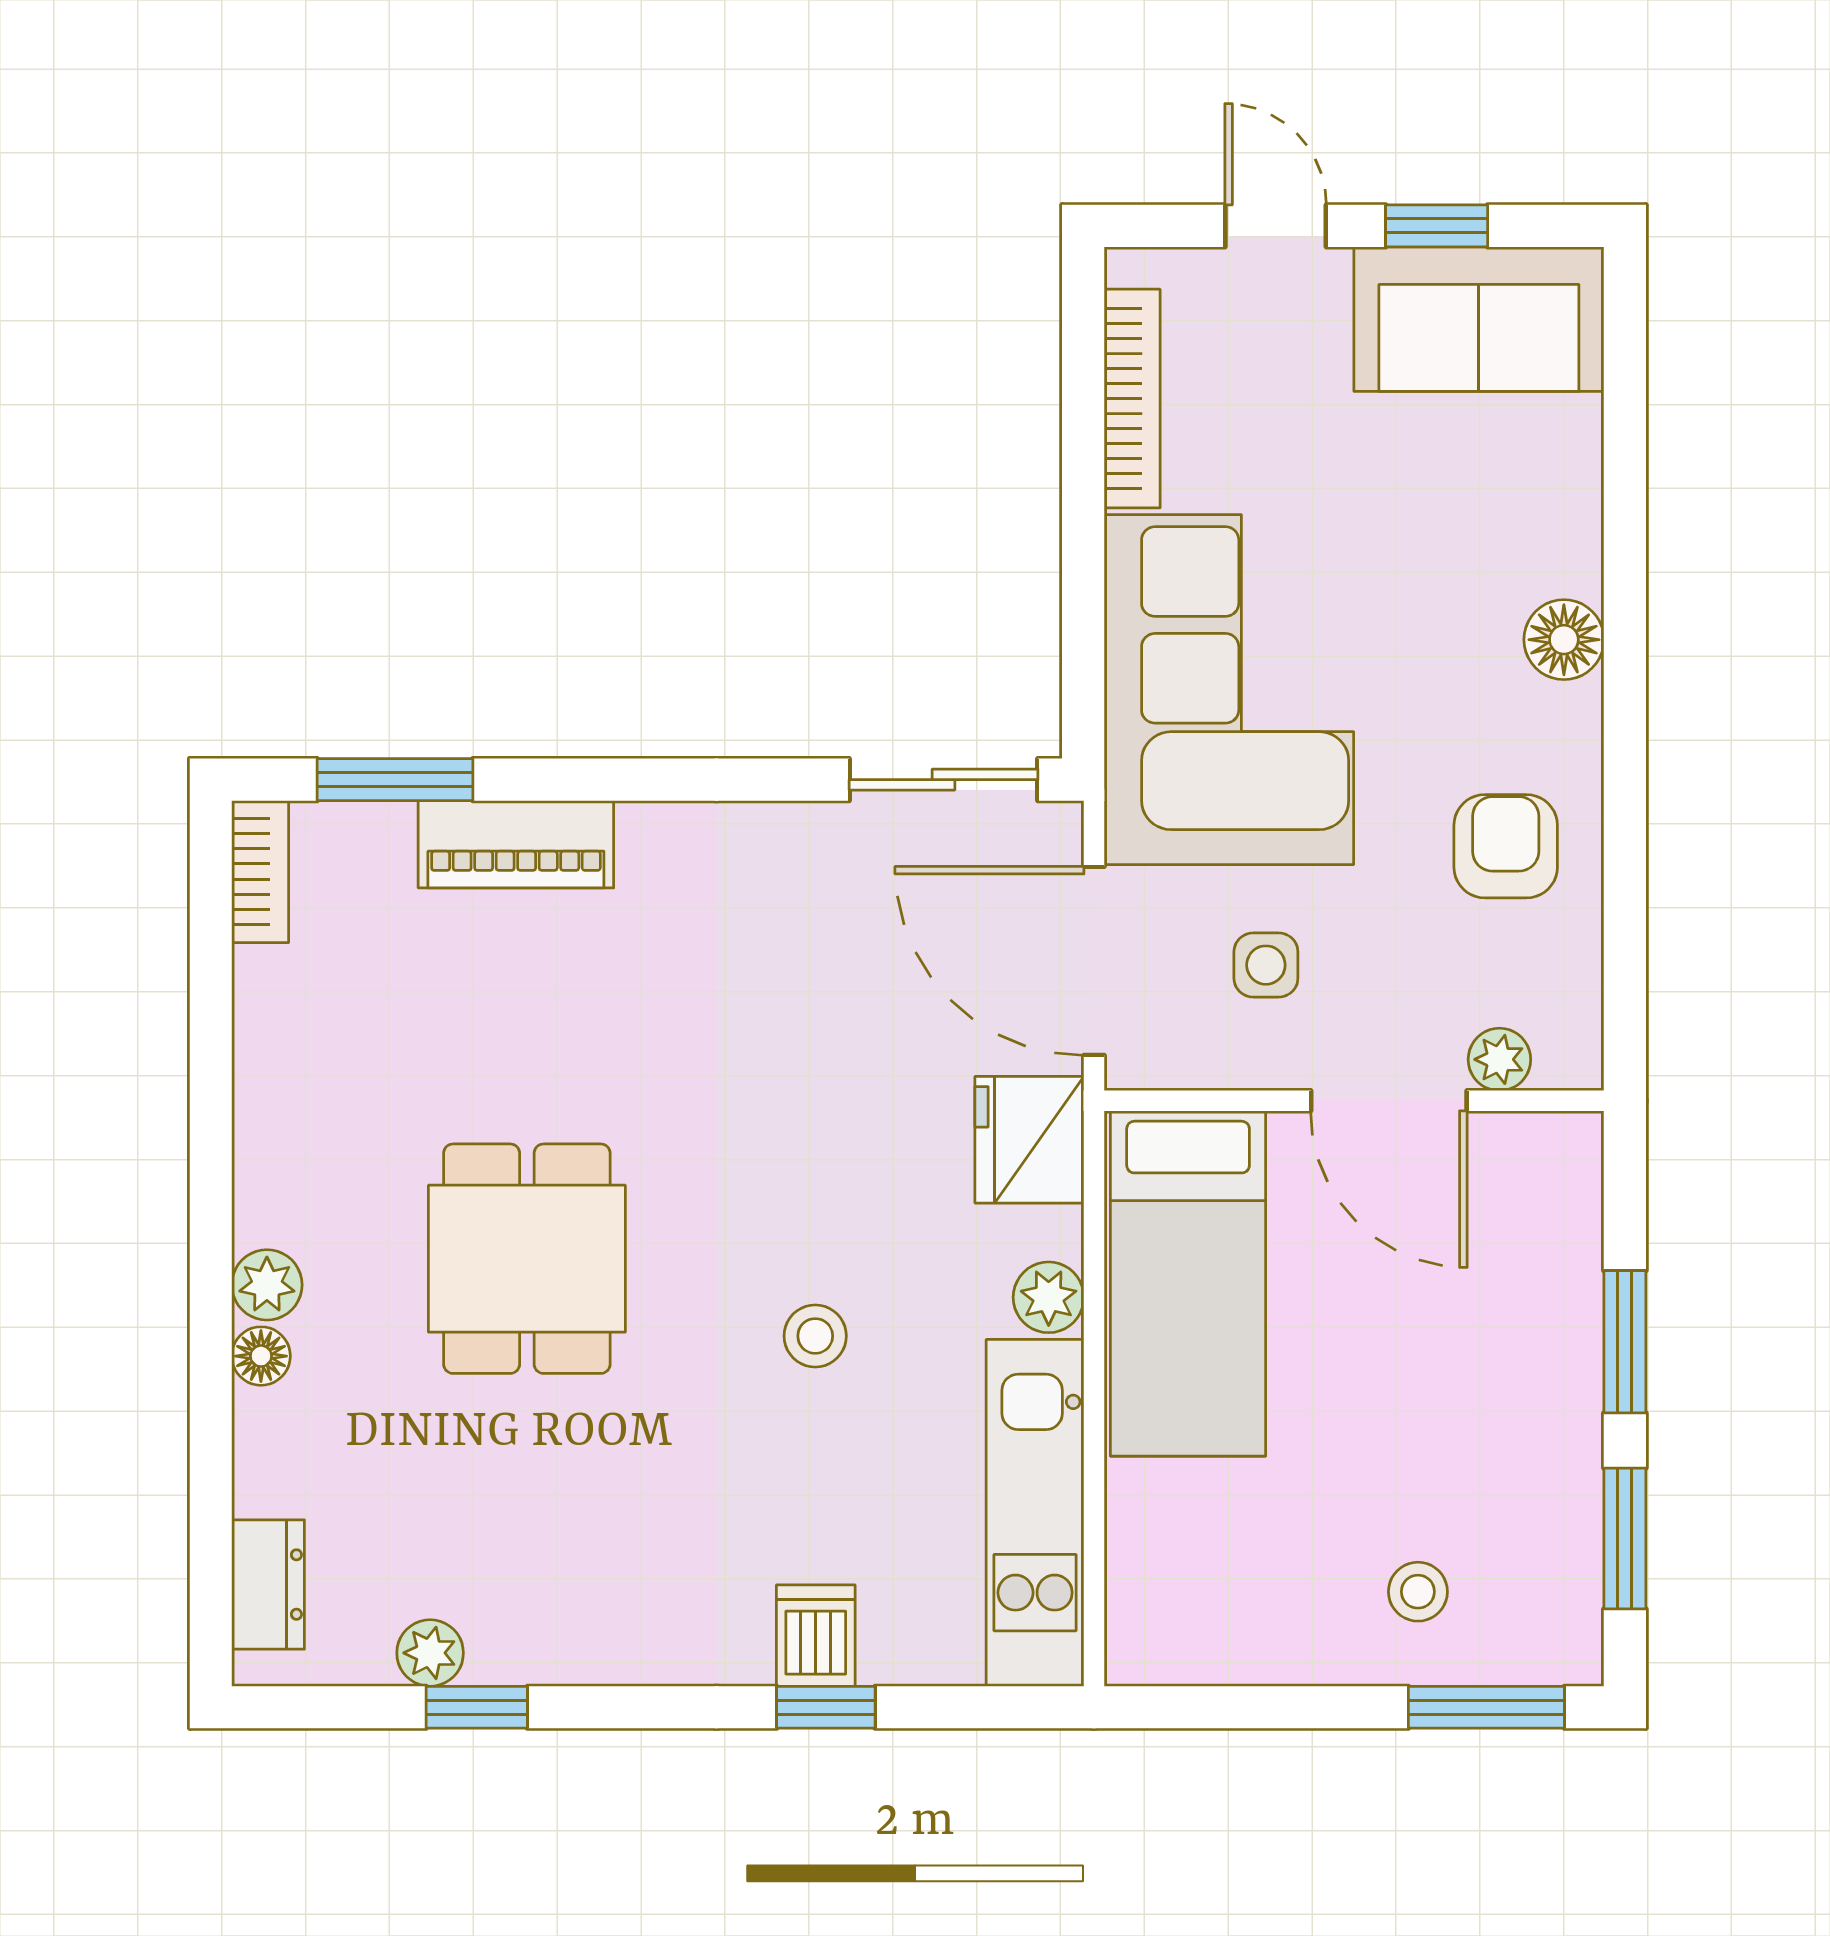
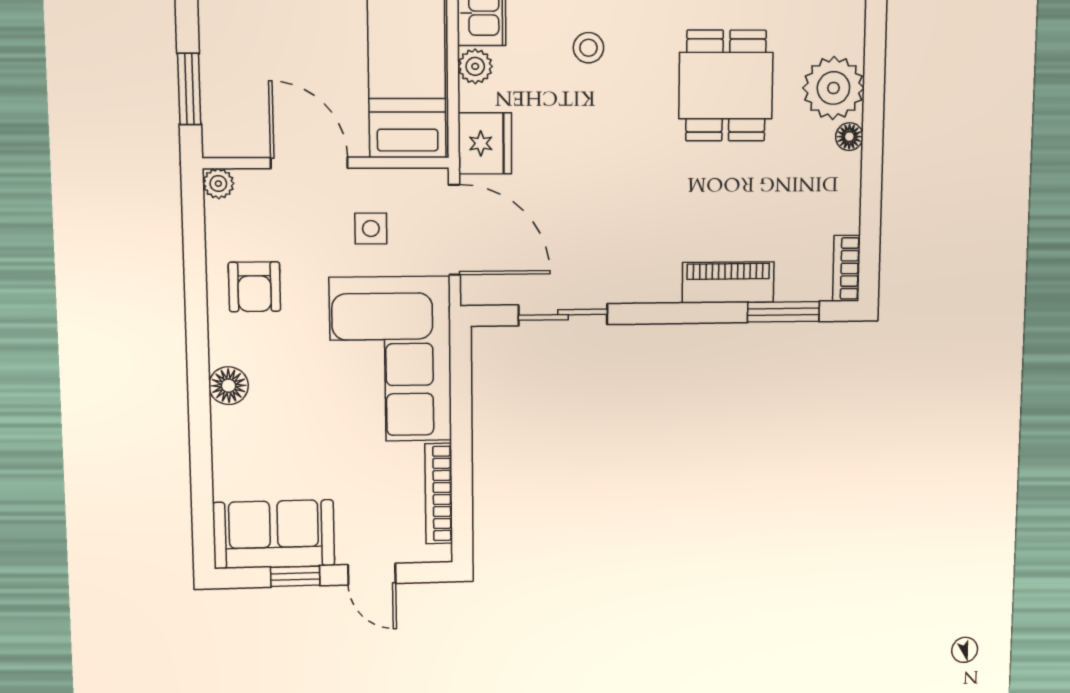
sliding door: (944, 780) -> (563, 315), moved
plant: (1499, 1059) -> (218, 184), moved
plant: (267, 1285) -> (833, 88), width x1.88, depth x1.88
window: (1625, 1342) -> (189, 89), moved
floor lamp: (261, 1356) -> (849, 137), moved

